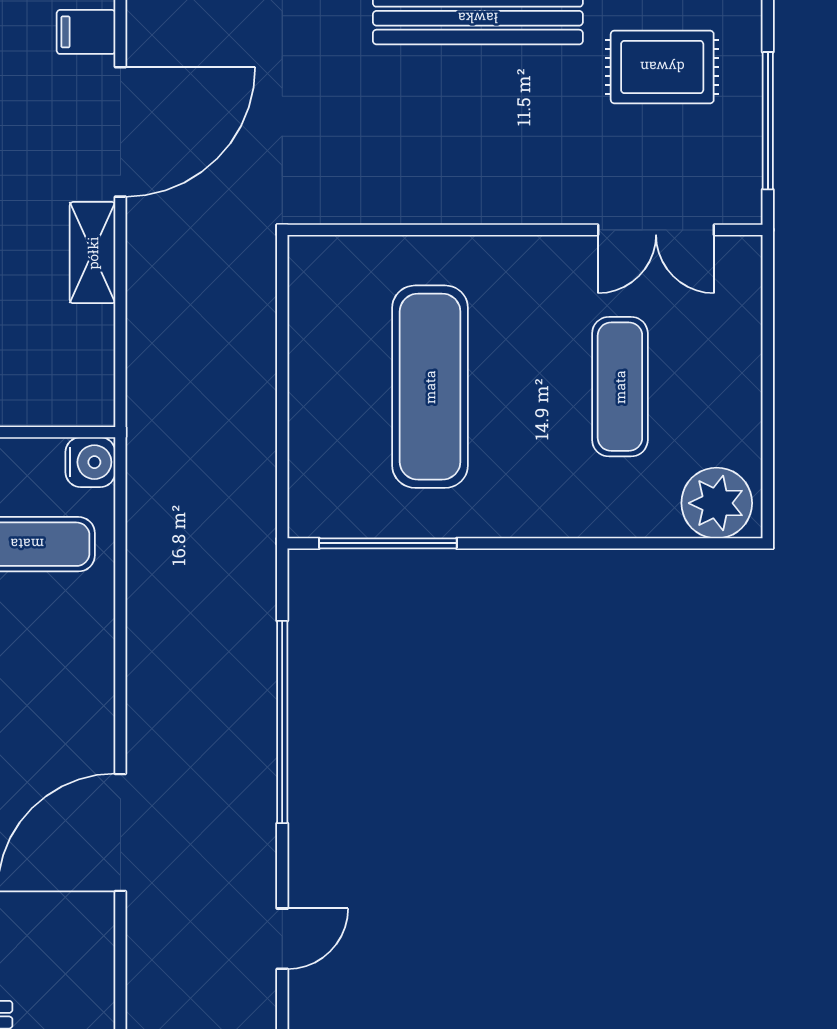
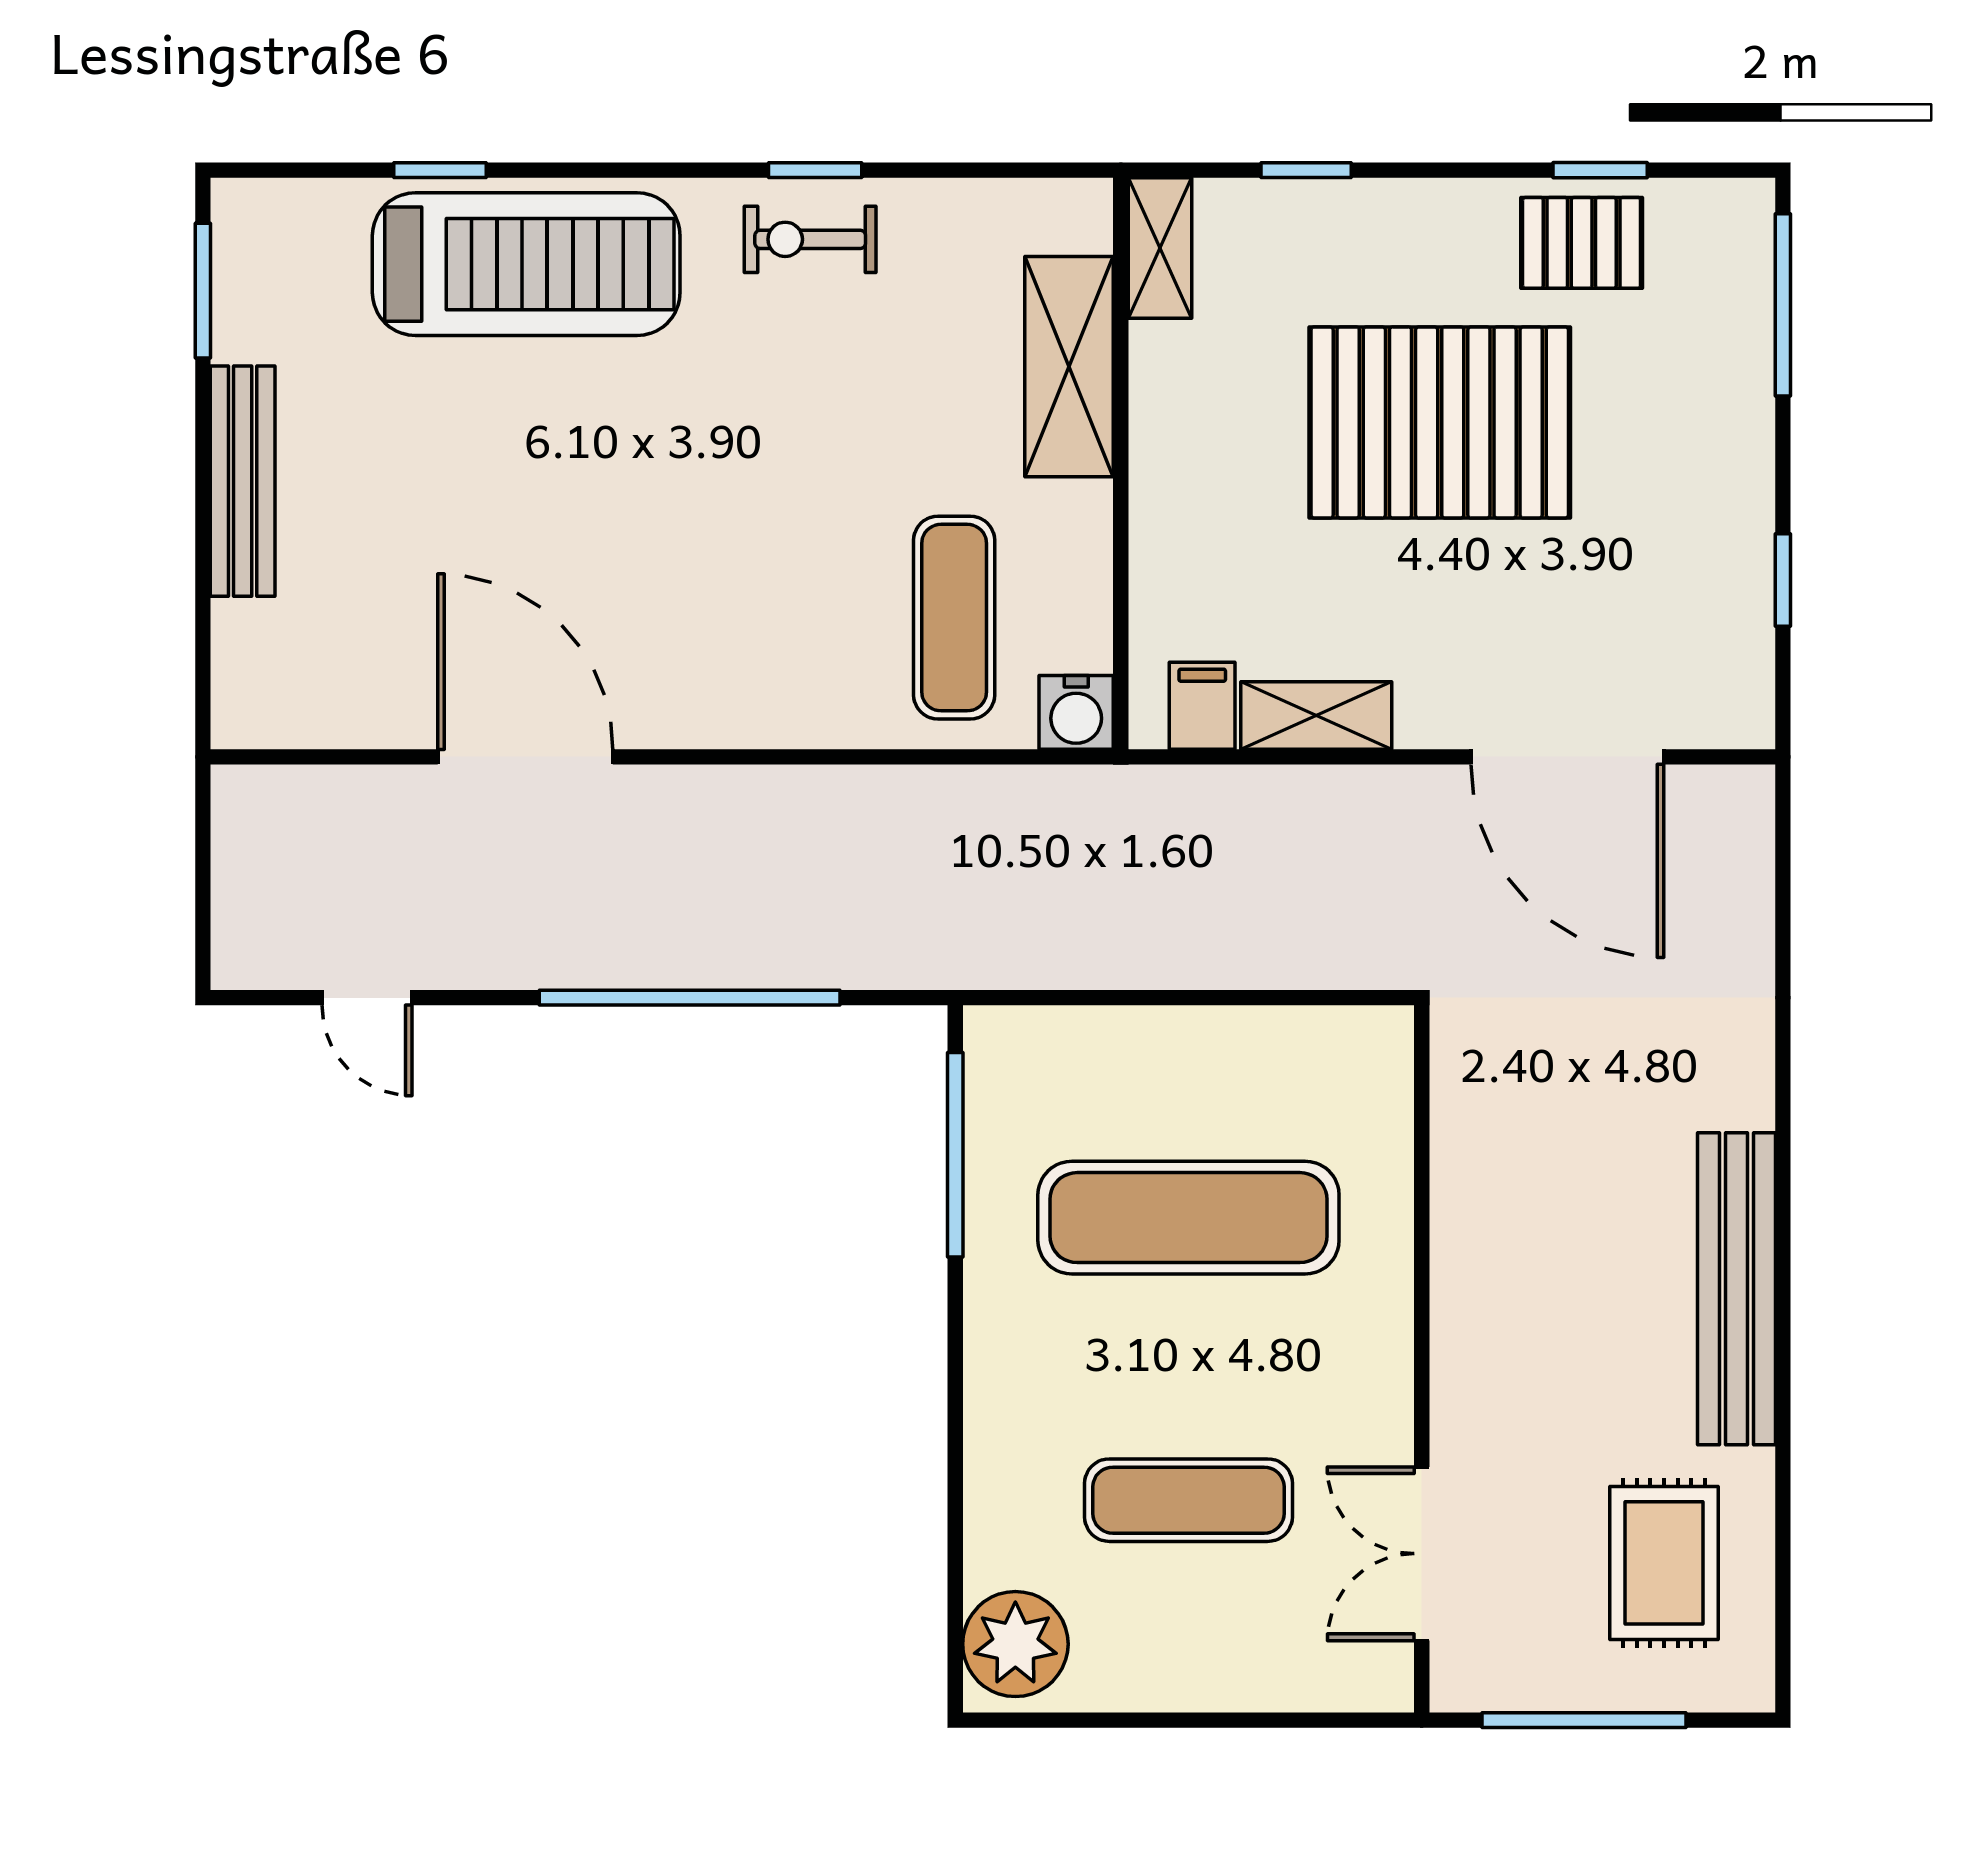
filing cabinet: (86, 32) -> (1202, 706), moved
shelving: (93, 253) -> (1316, 716), moved

